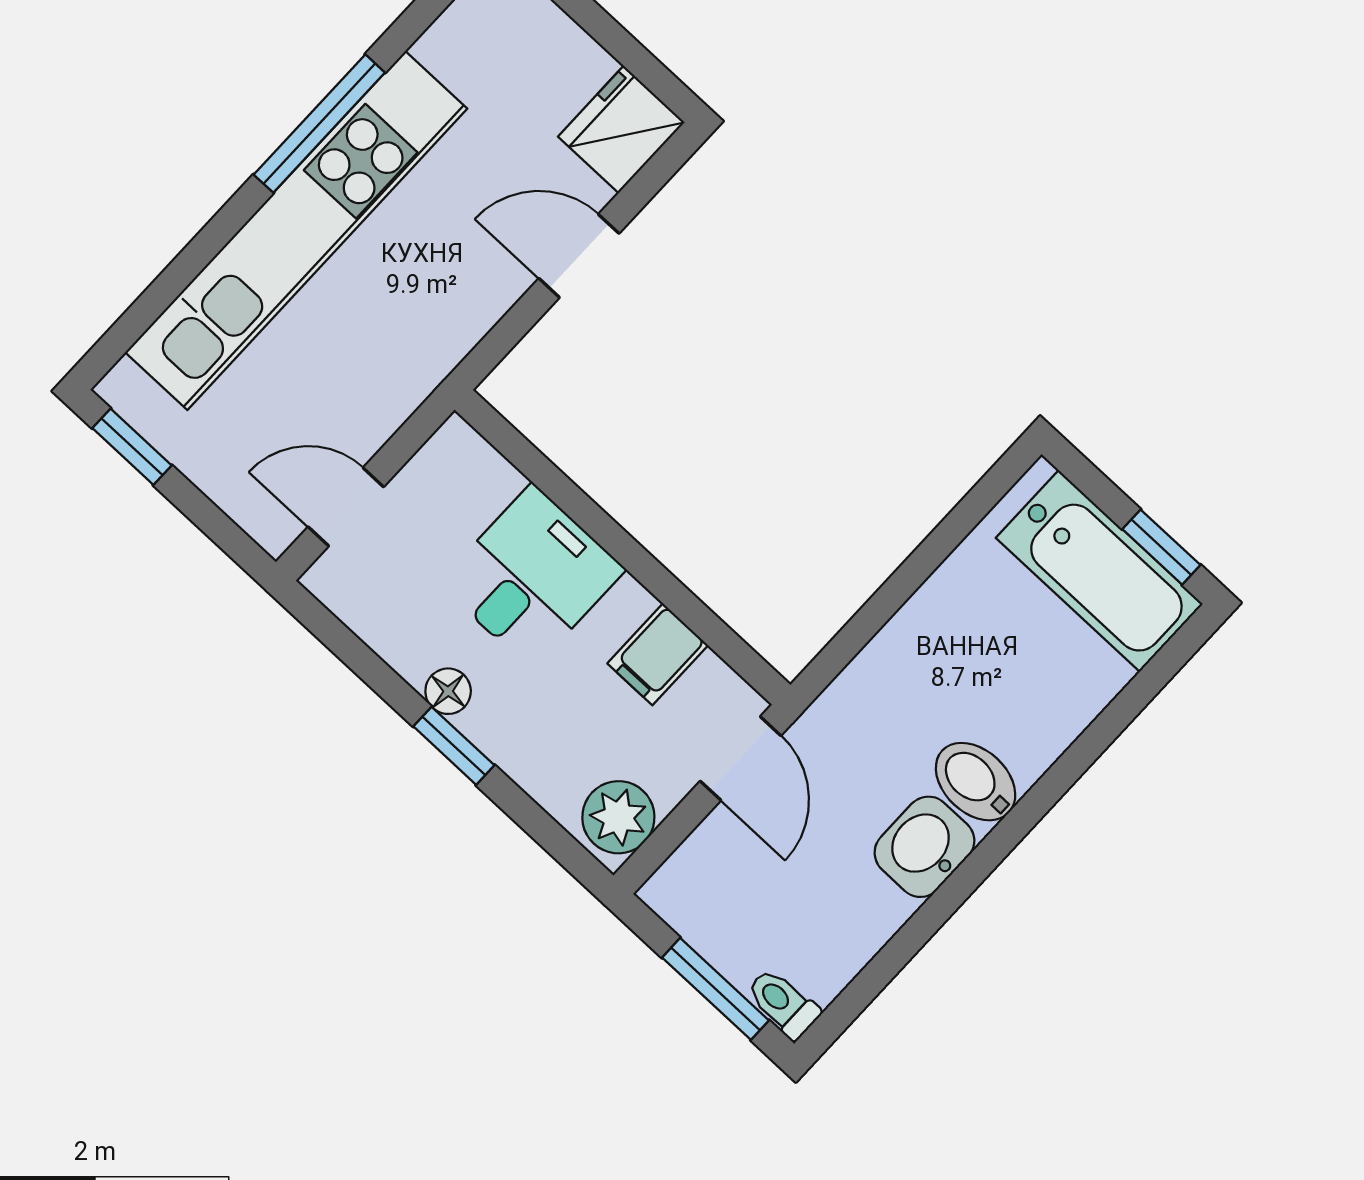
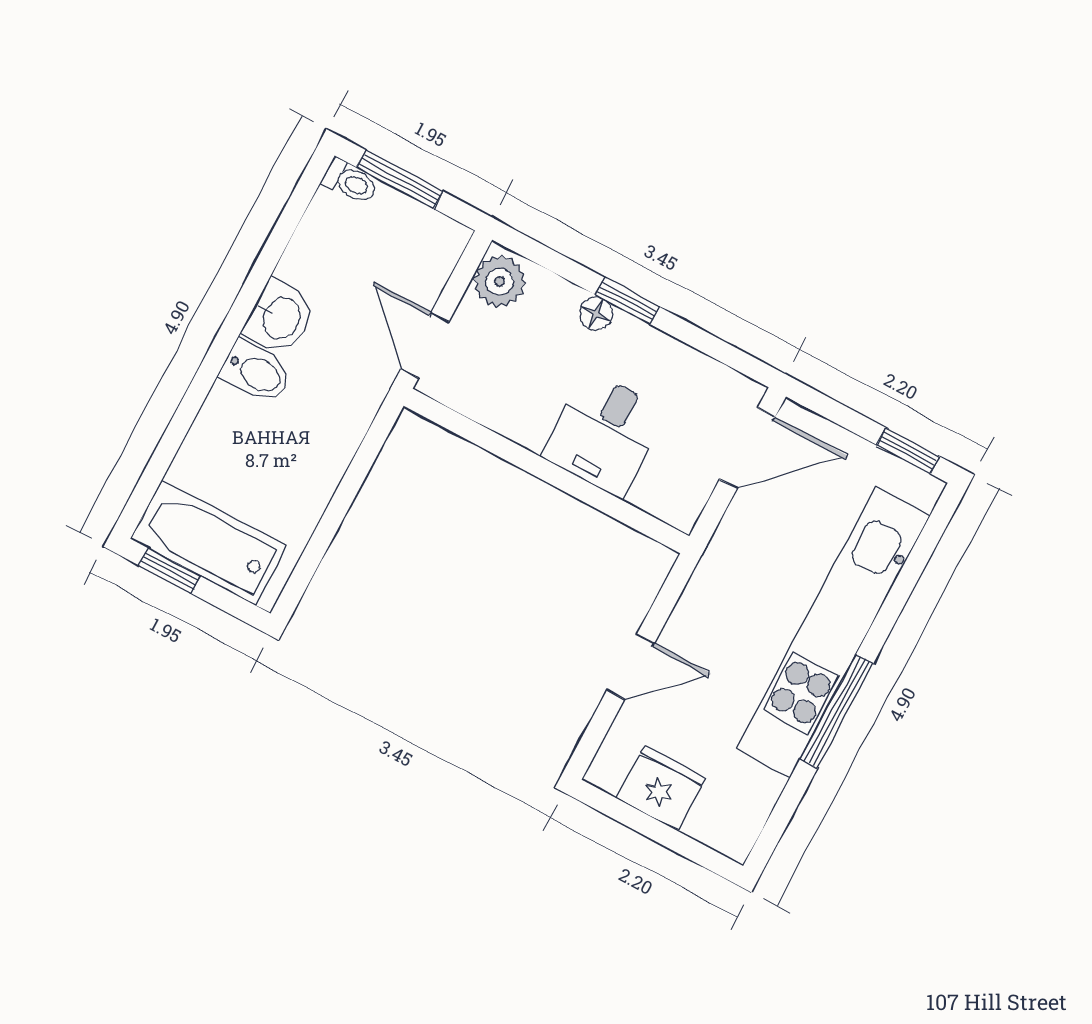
fridge: (621, 129) -> (661, 788), moved, turned -90
door: (346, 507) -> (747, 448), width x1.38
filing cabinet: (658, 654) -> (502, 403), removed
floor lamp: (448, 691) -> (596, 314), moved

